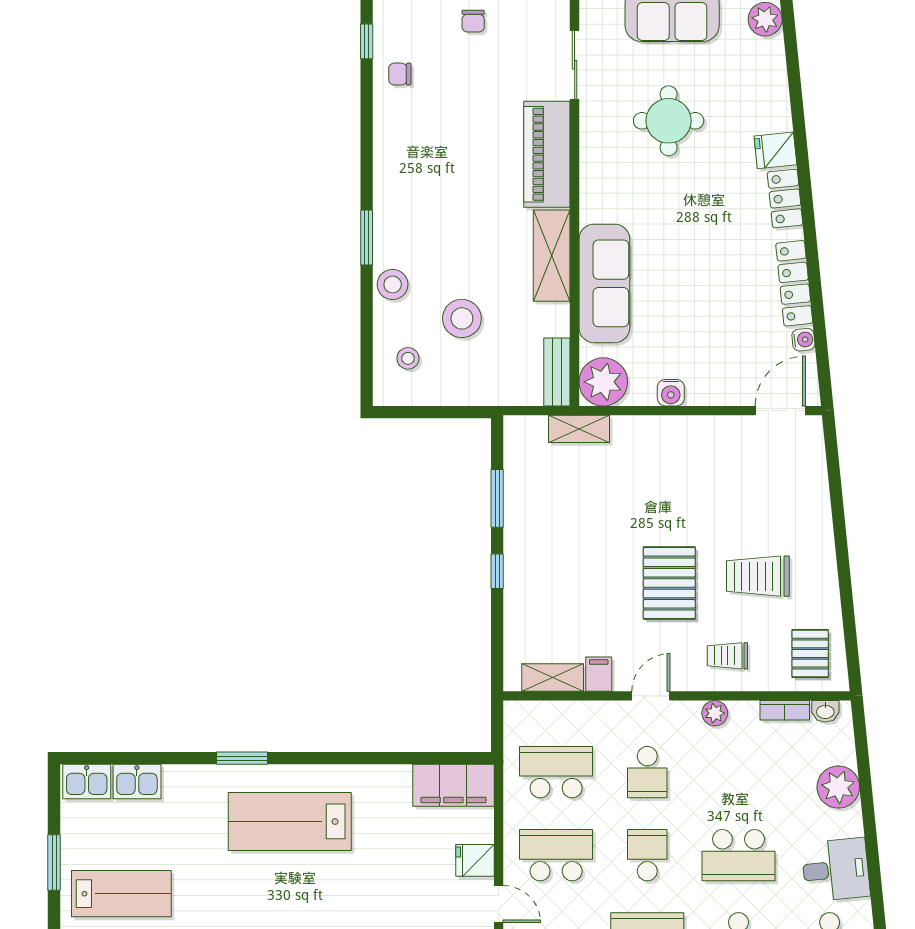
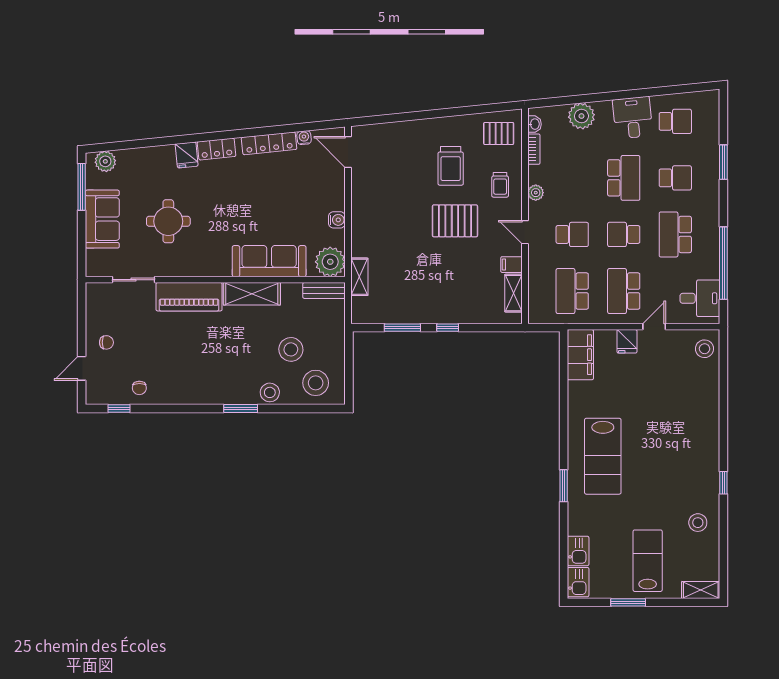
stool: (408, 358) -> (316, 383), width x1.89, depth x1.89

